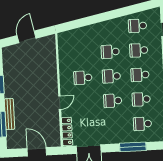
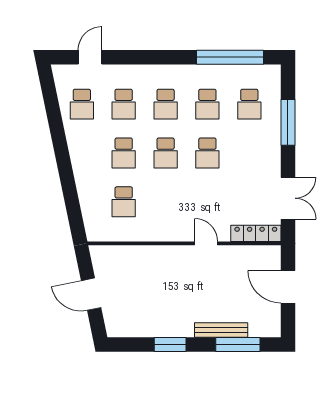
school desk: (83, 78) -> (124, 202), moved
door: (37, 152) -> (288, 287), hinge flipped

